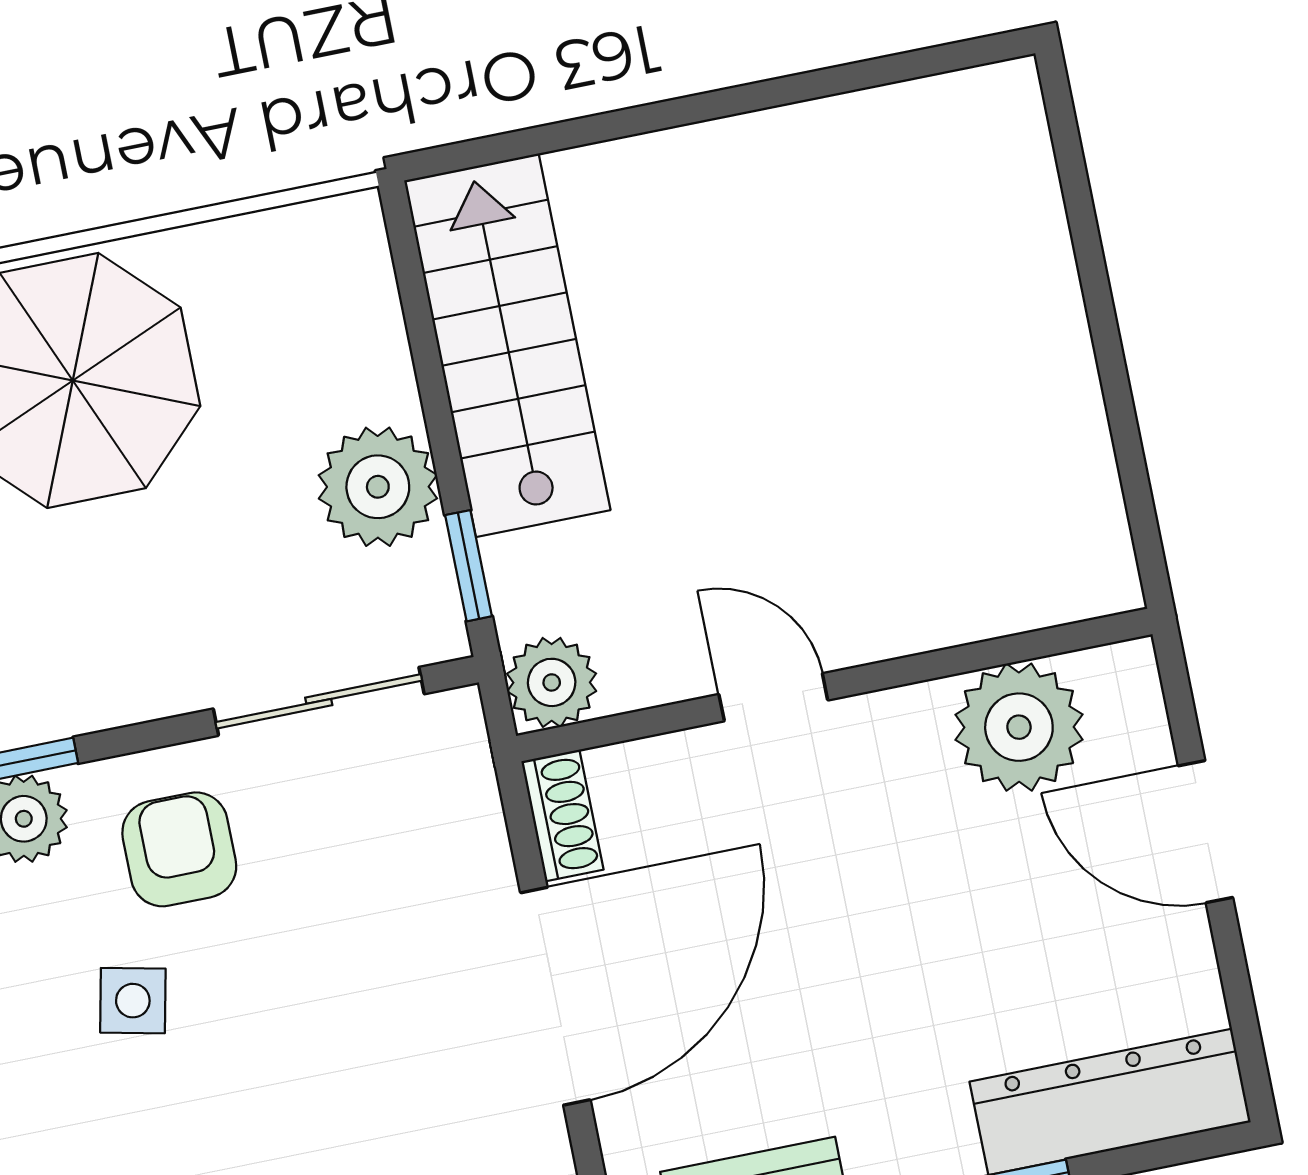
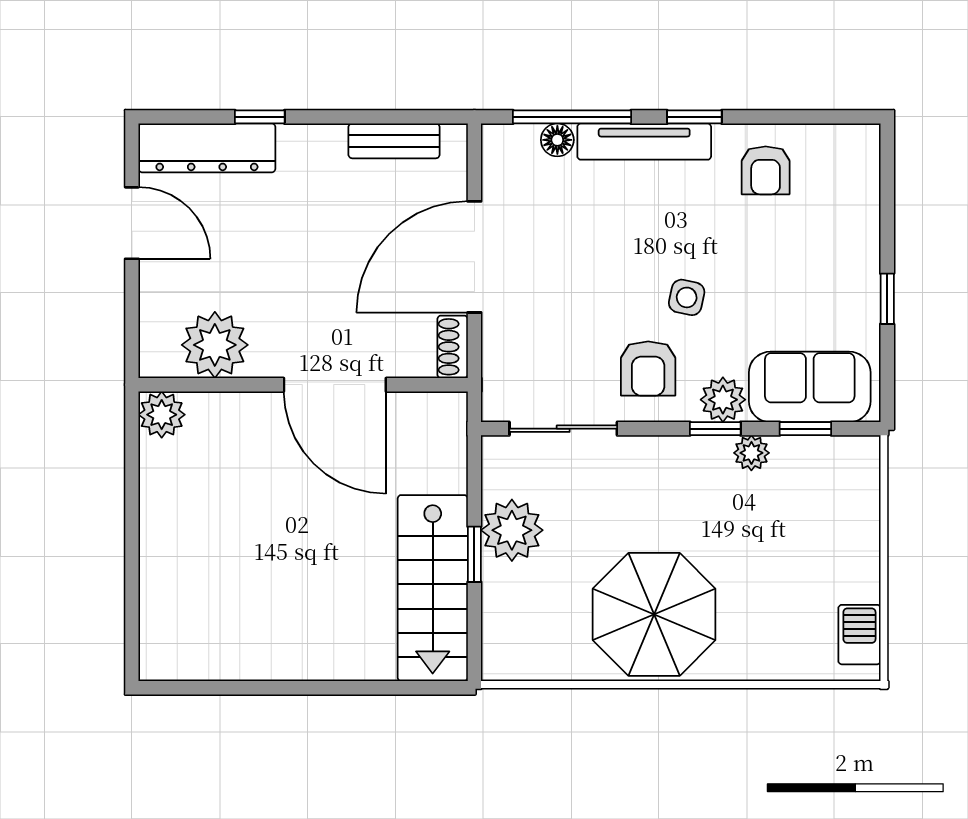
window: (469, 566) -> (474, 554), moved
plant: (552, 682) -> (162, 415), moved
door: (773, 697) -> (335, 385), width x1.88
door: (1205, 832) -> (132, 223), moved

